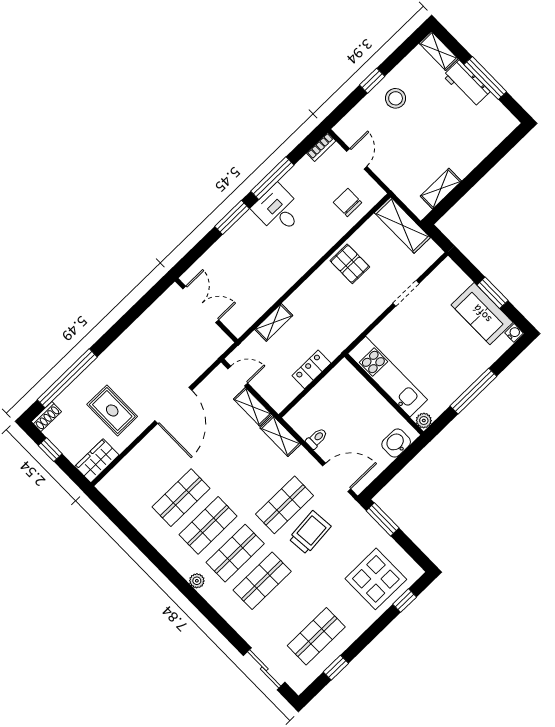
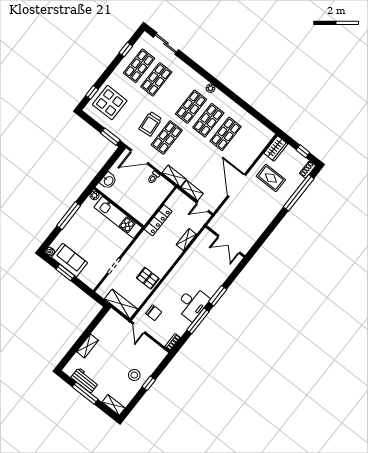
workbench: (466, 84) -> (85, 380), moved
door: (357, 159) -> (139, 328), moved
shelving: (441, 189) -> (87, 346), moved
desk: (278, 210) -> (192, 303), width x1.37
locker: (311, 369) -> (158, 220), width x1.53
shop shelf: (262, 581) -> (156, 79), moved

